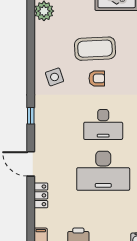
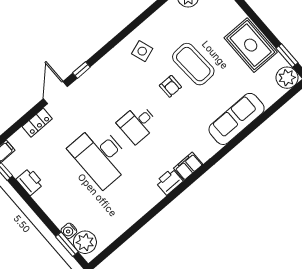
window: (31, 116) -> (81, 70), moved
desk: (103, 124) -> (138, 124), width x0.73

